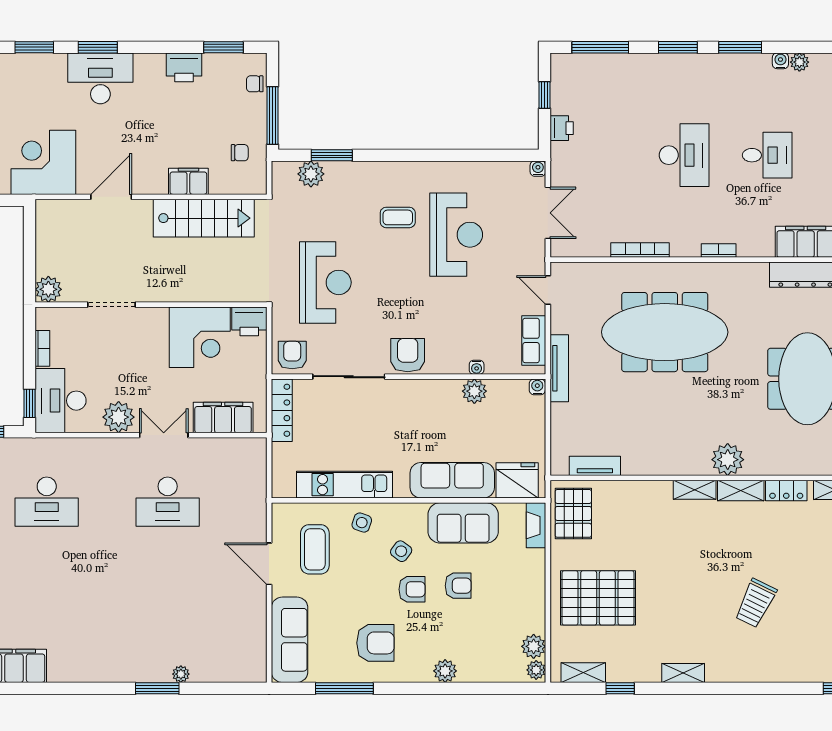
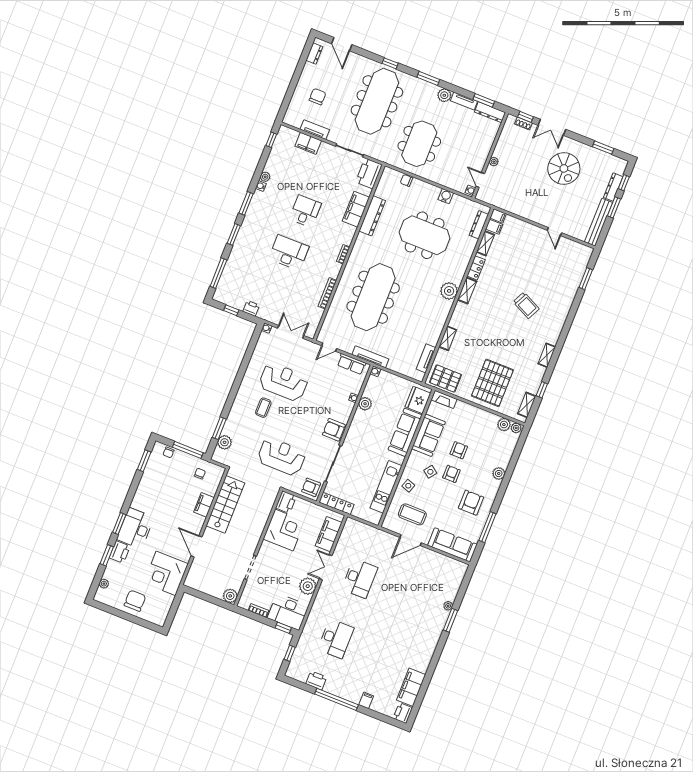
printer: (184, 67) -> (120, 552), moved
shelving: (695, 490) -> (448, 338), moved

